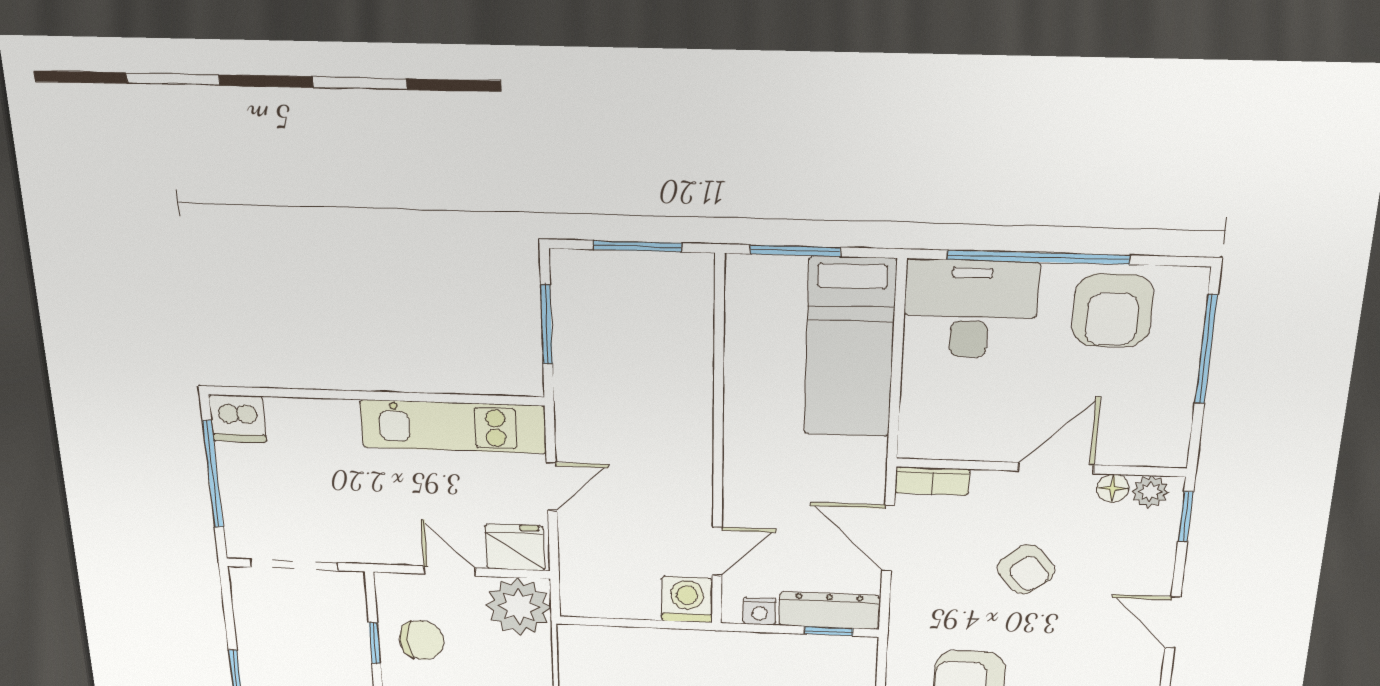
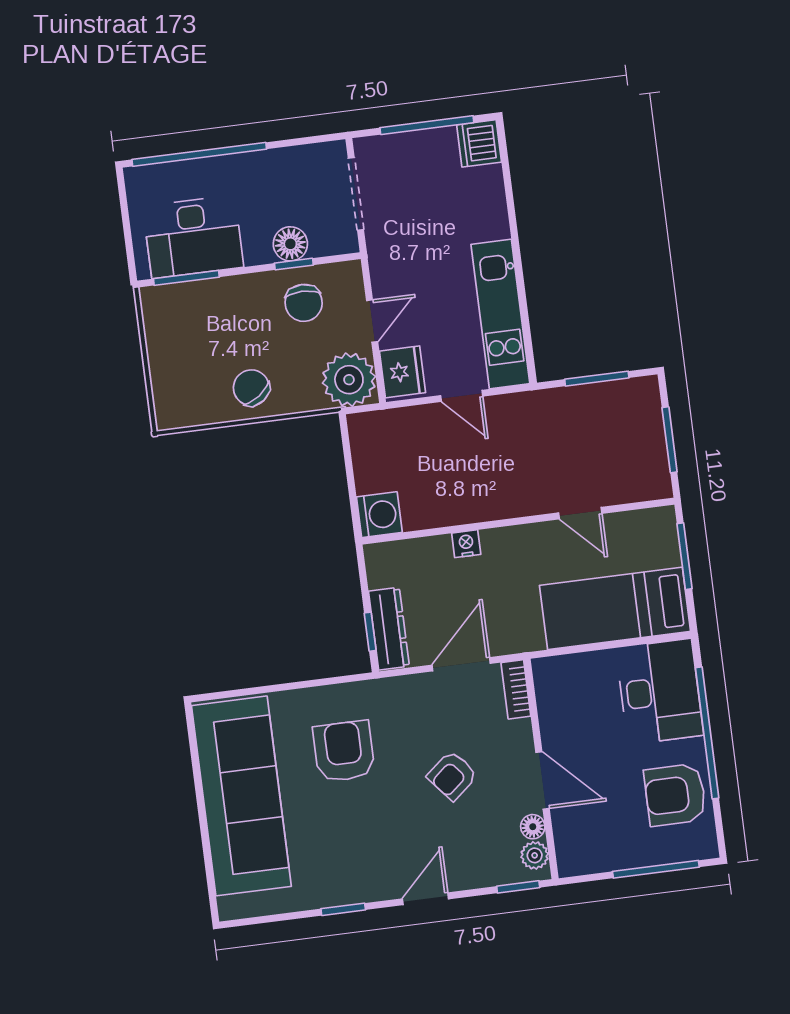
door: (717, 551) -> (580, 513), moved
nightstand: (760, 611) -> (466, 544), moved, turned 90
floor lamp: (350, 643) -> (290, 244), added

